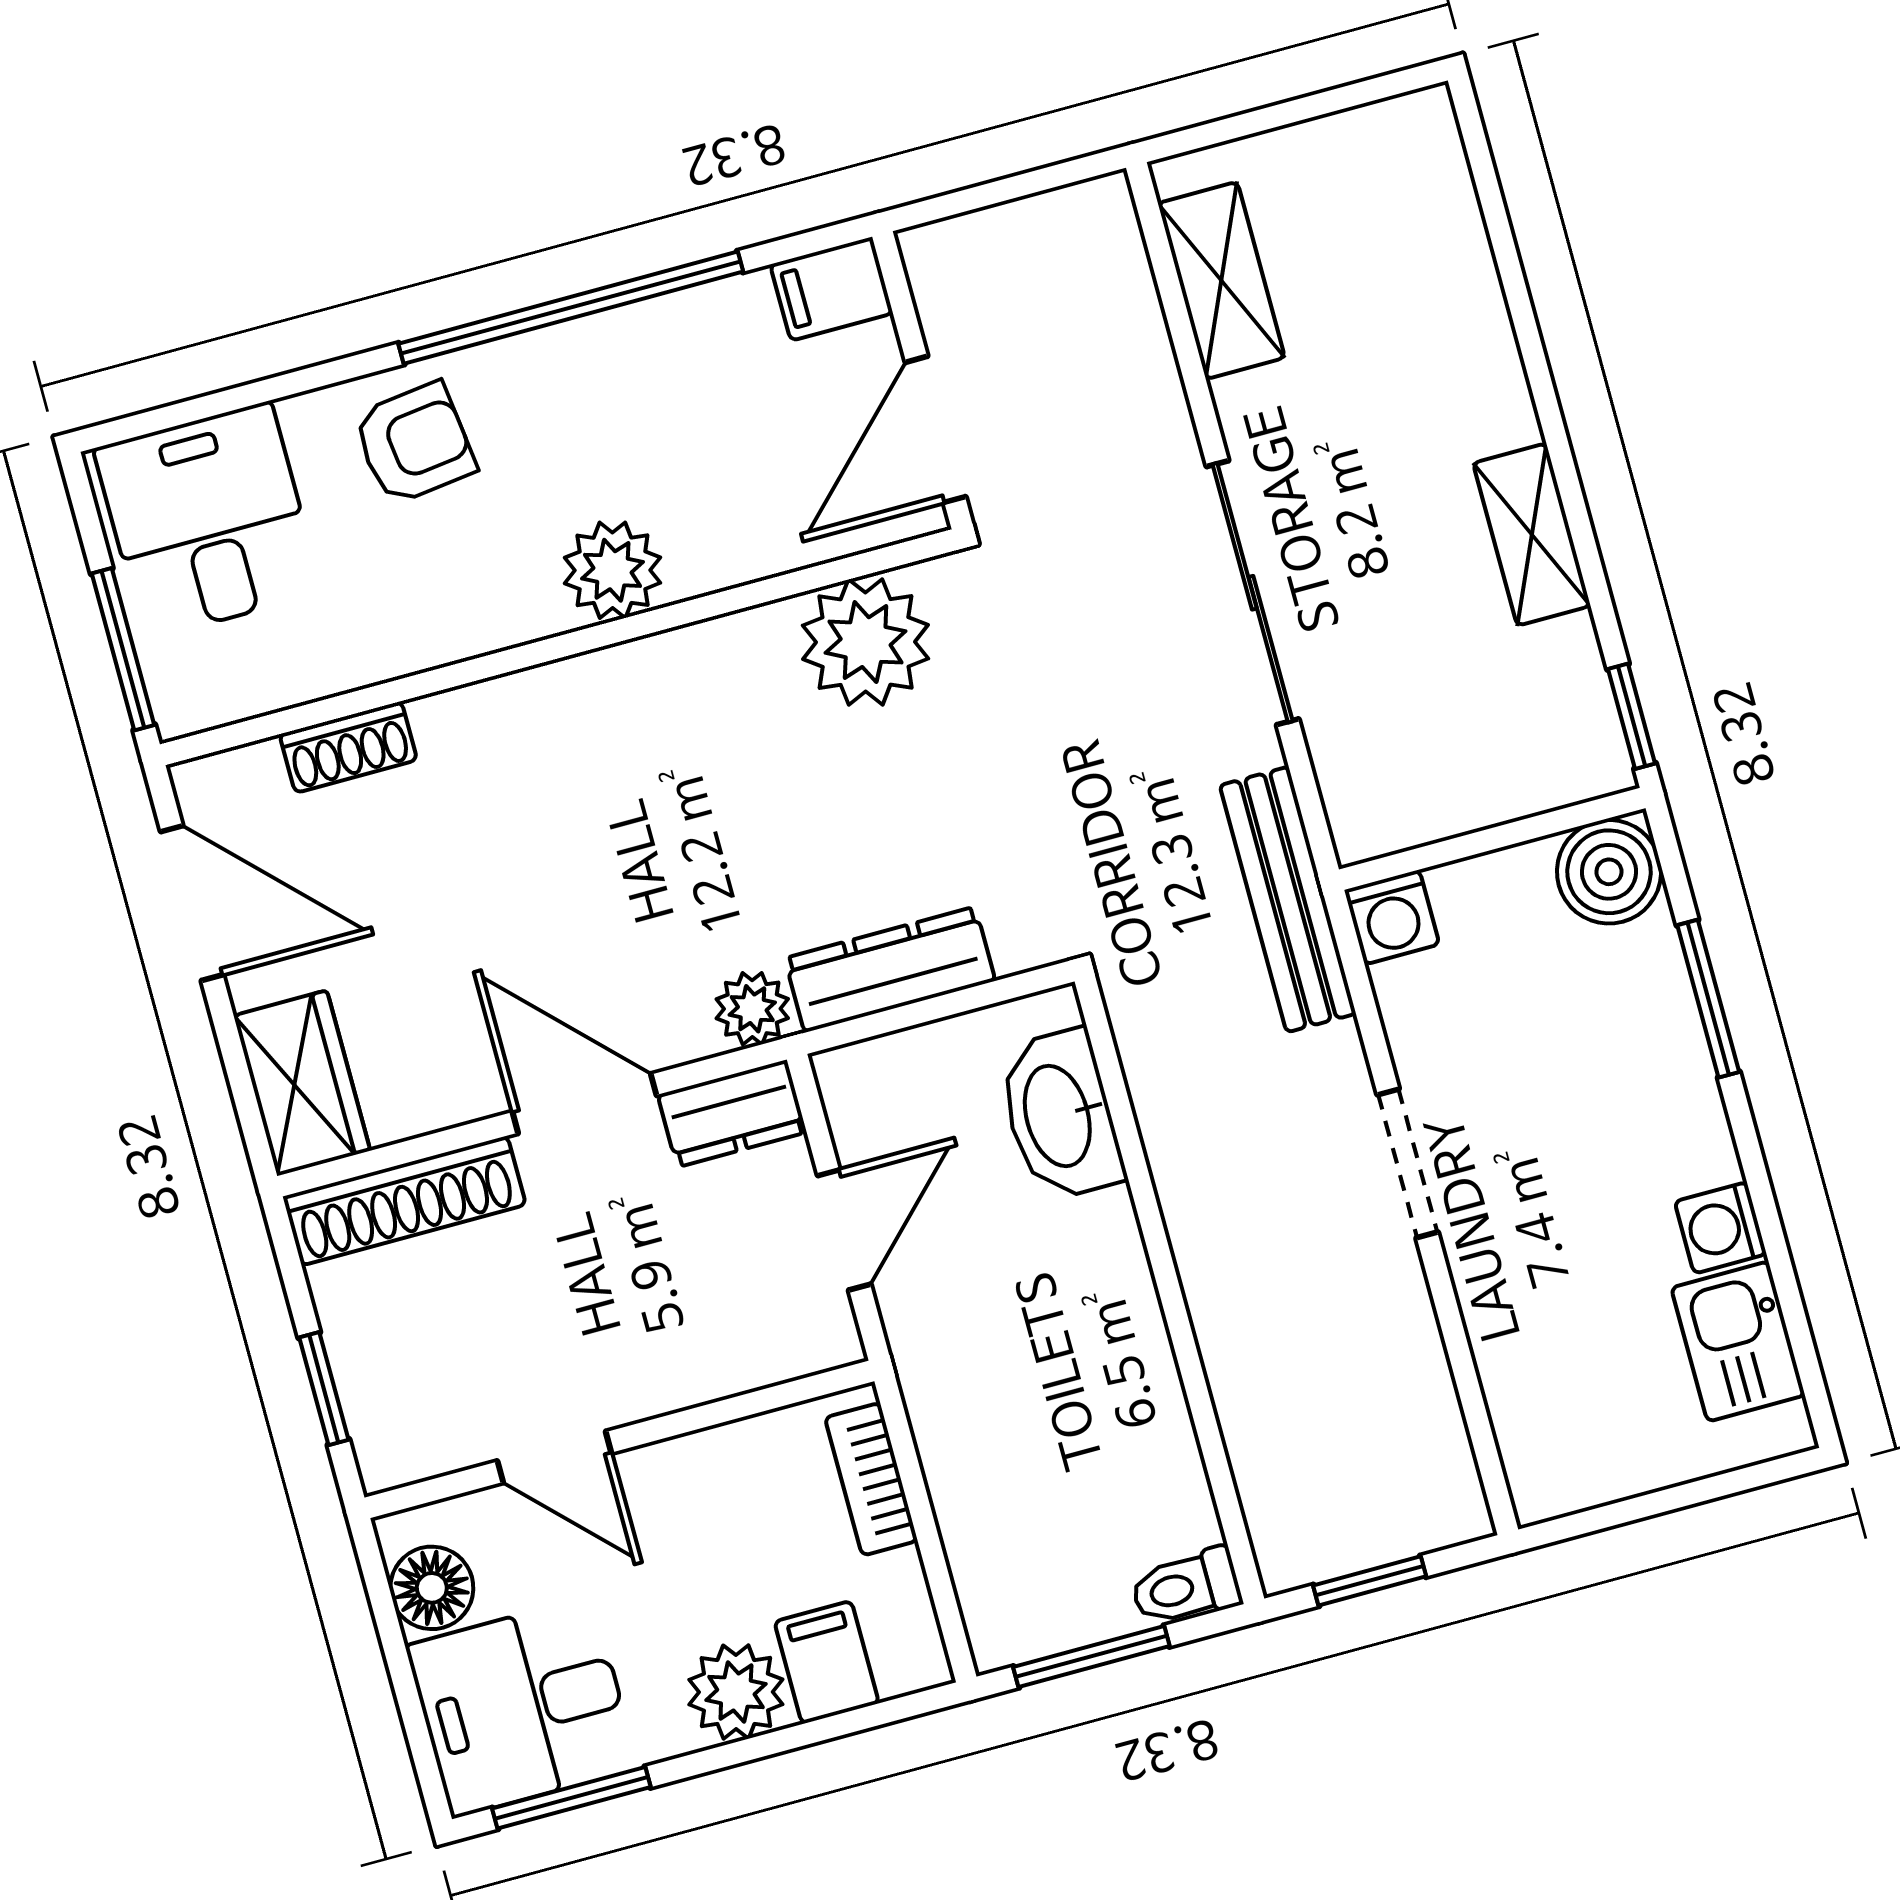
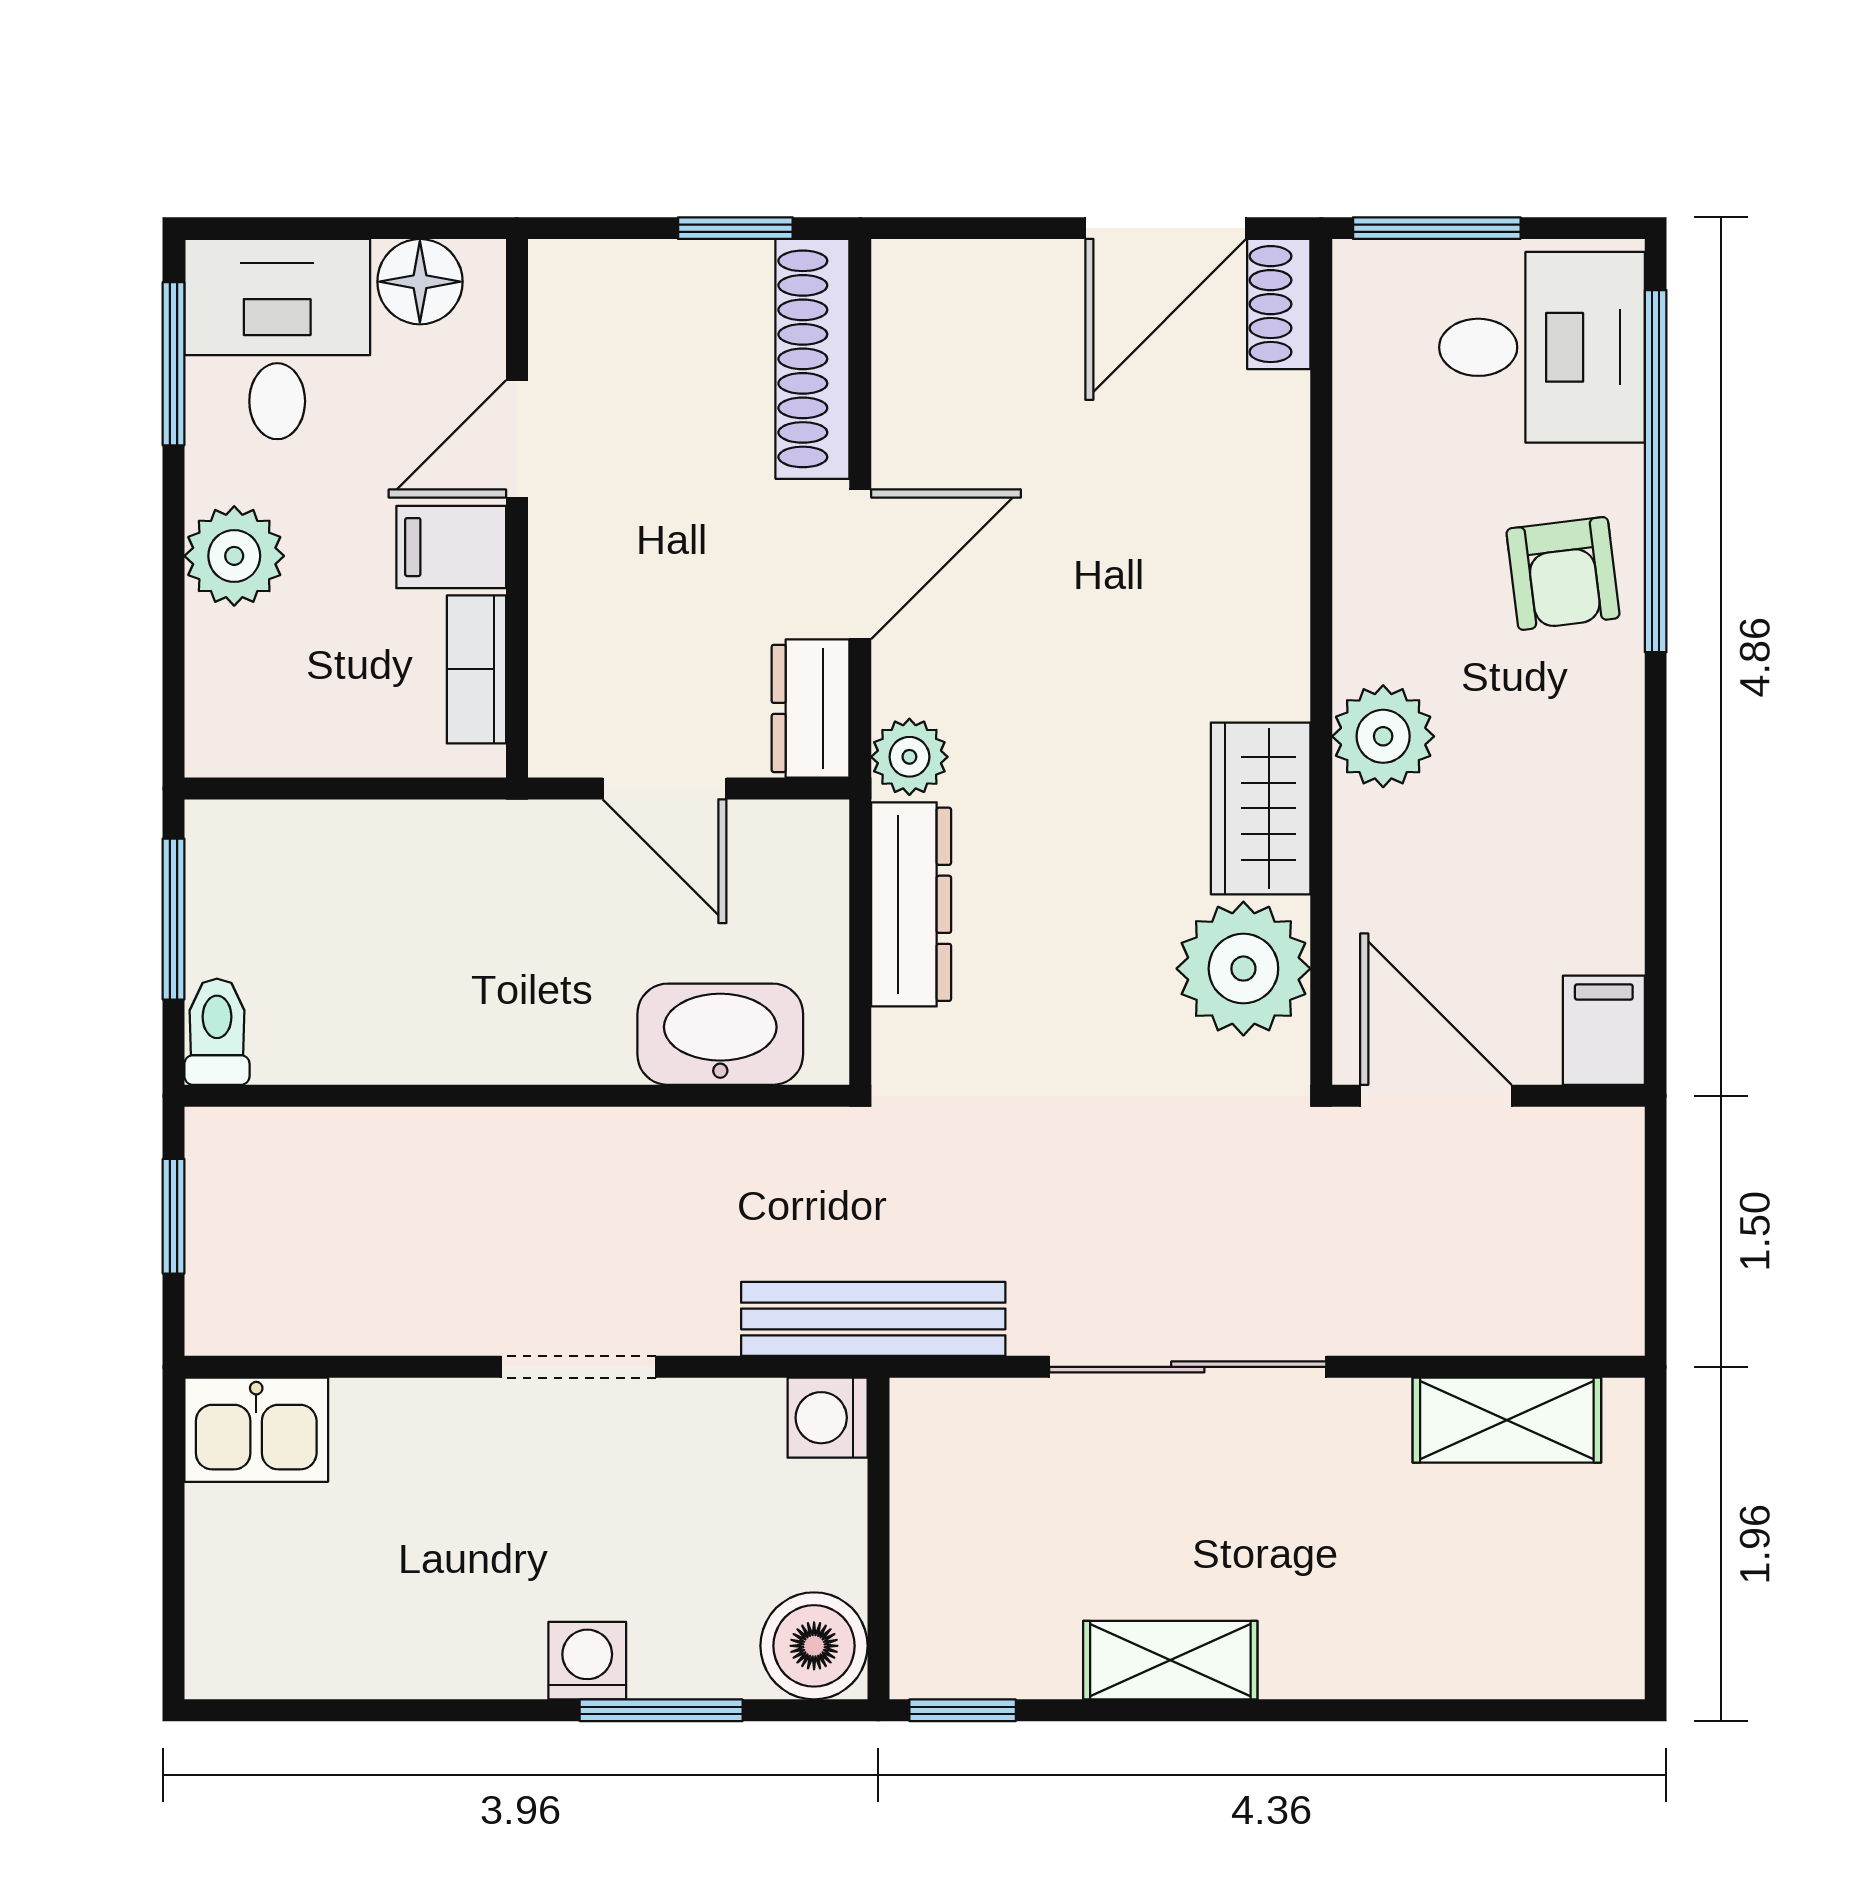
window: (571, 308) -> (1656, 471), moved
shoe rack: (348, 747) -> (1279, 304), moved
wardrobe: (302, 1083) -> (1261, 808), moved, turned 90
washing machine: (1721, 1228) -> (587, 1661), moved
kitchen sink: (1738, 1342) -> (256, 1430), moved, turned 180
window: (324, 1389) -> (735, 228), moved
bookcase: (871, 1479) -> (476, 669), moved, turned -90
filing cabinet: (827, 1662) -> (451, 547), moved, turned 180

